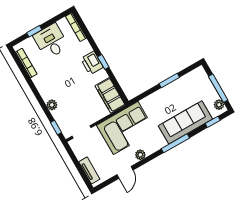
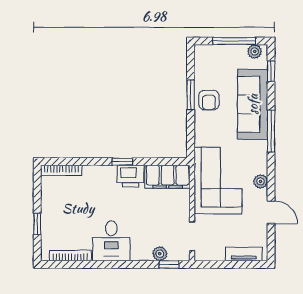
desk: (51, 41) -> (111, 241), moved, turned -90
printer: (92, 63) -> (131, 176), moved
armchair: (173, 94) -> (209, 100), added
plant: (52, 105) -> (160, 254), moved

